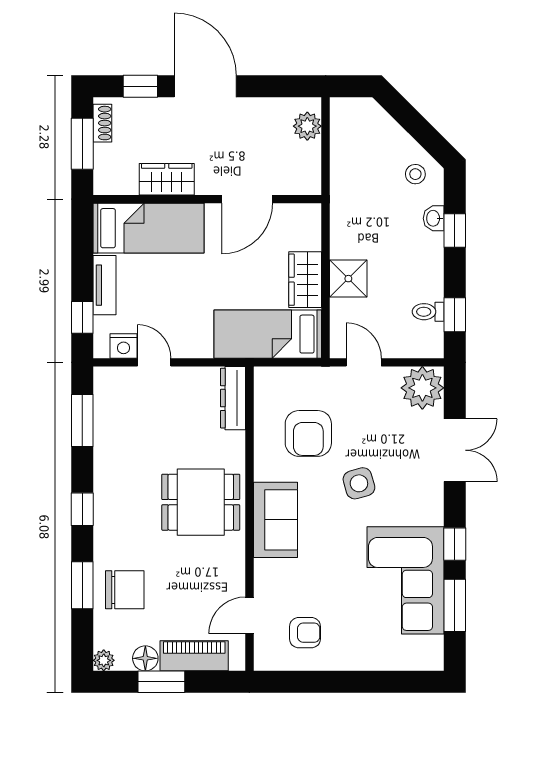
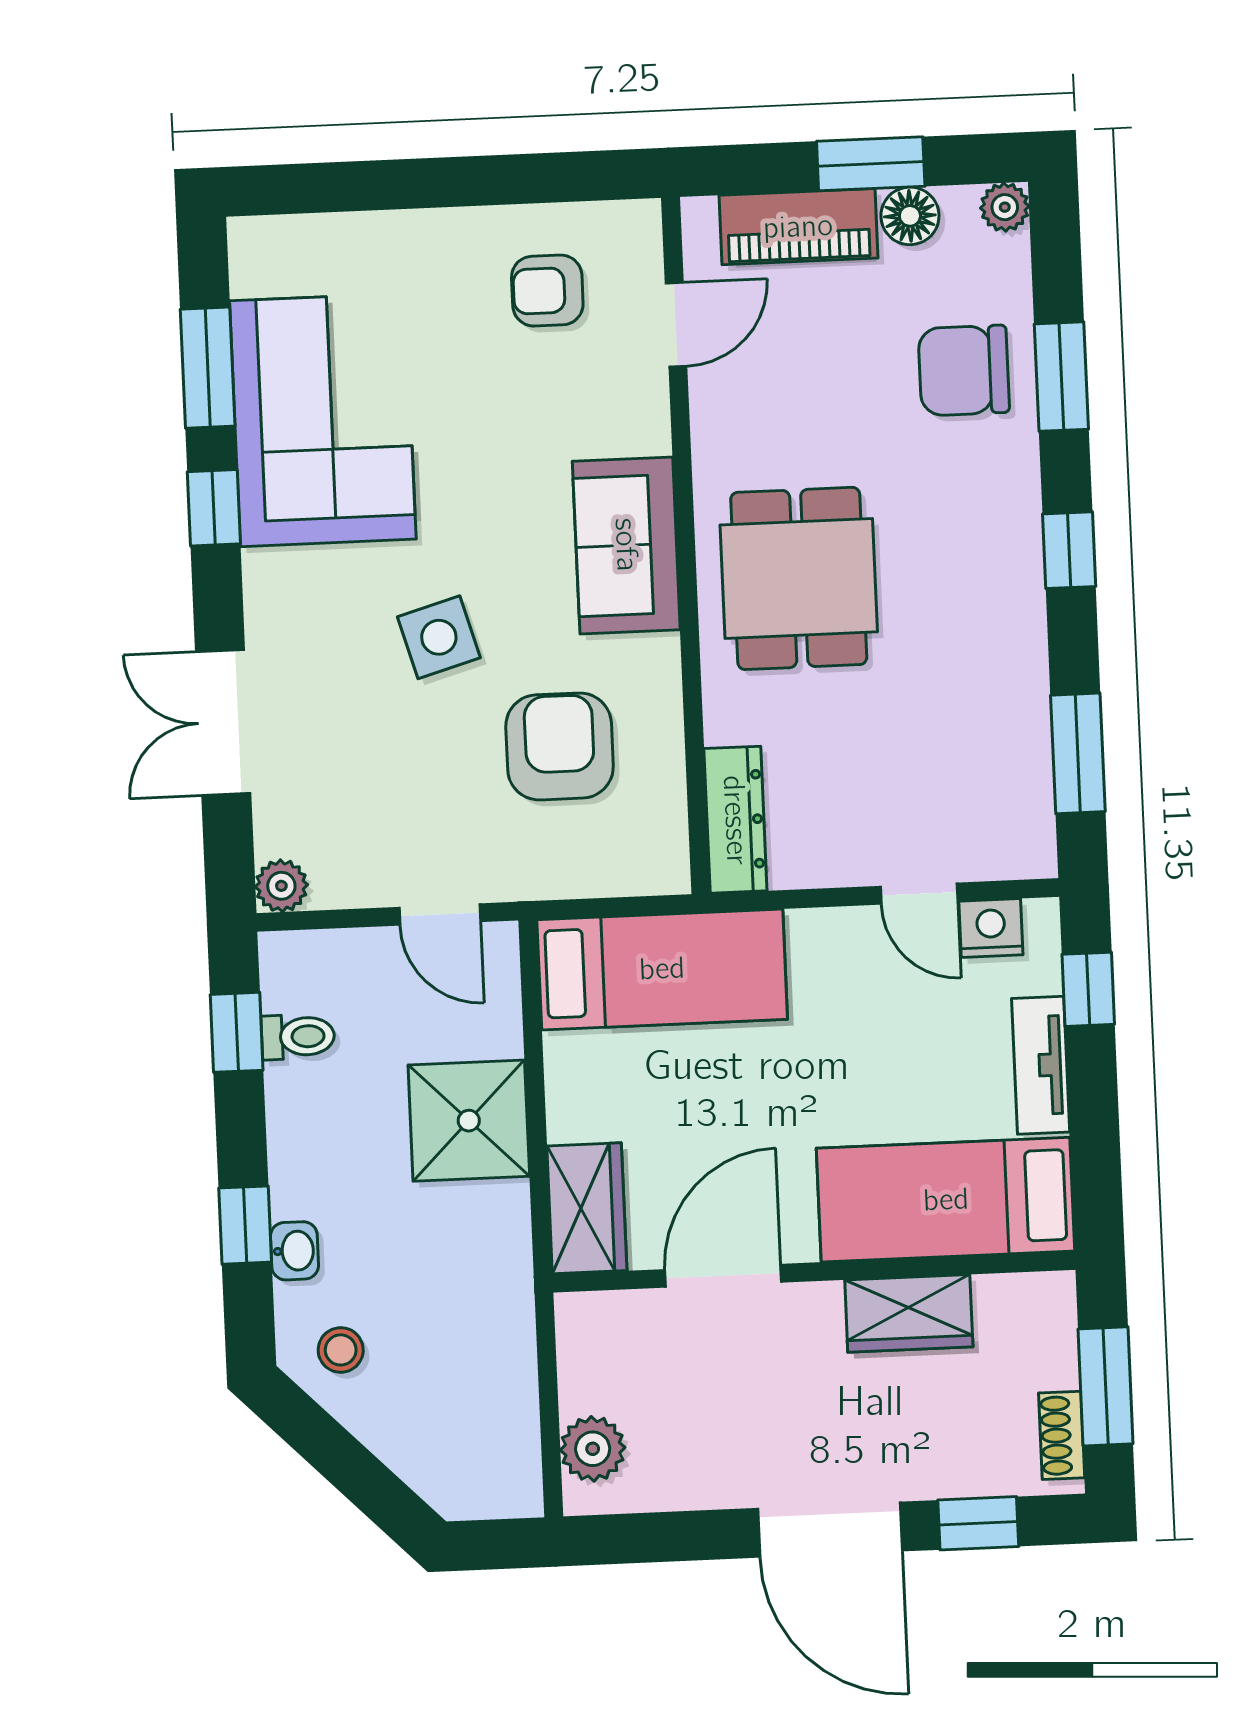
shower: (348, 279) -> (469, 1121), width x1.36, depth x1.36
wardrobe: (305, 280) -> (587, 1208), moved
plant: (422, 388) -> (281, 886), width x0.53, depth x0.53
dining table: (201, 502) -> (799, 578), turned 90

